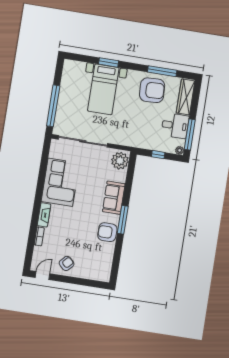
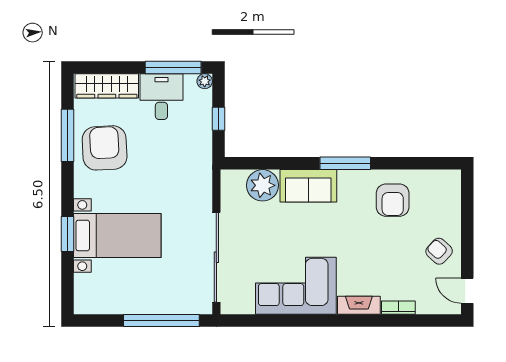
plant: (120, 161) -> (263, 185), moved
armchair: (107, 232) -> (393, 200), moved

